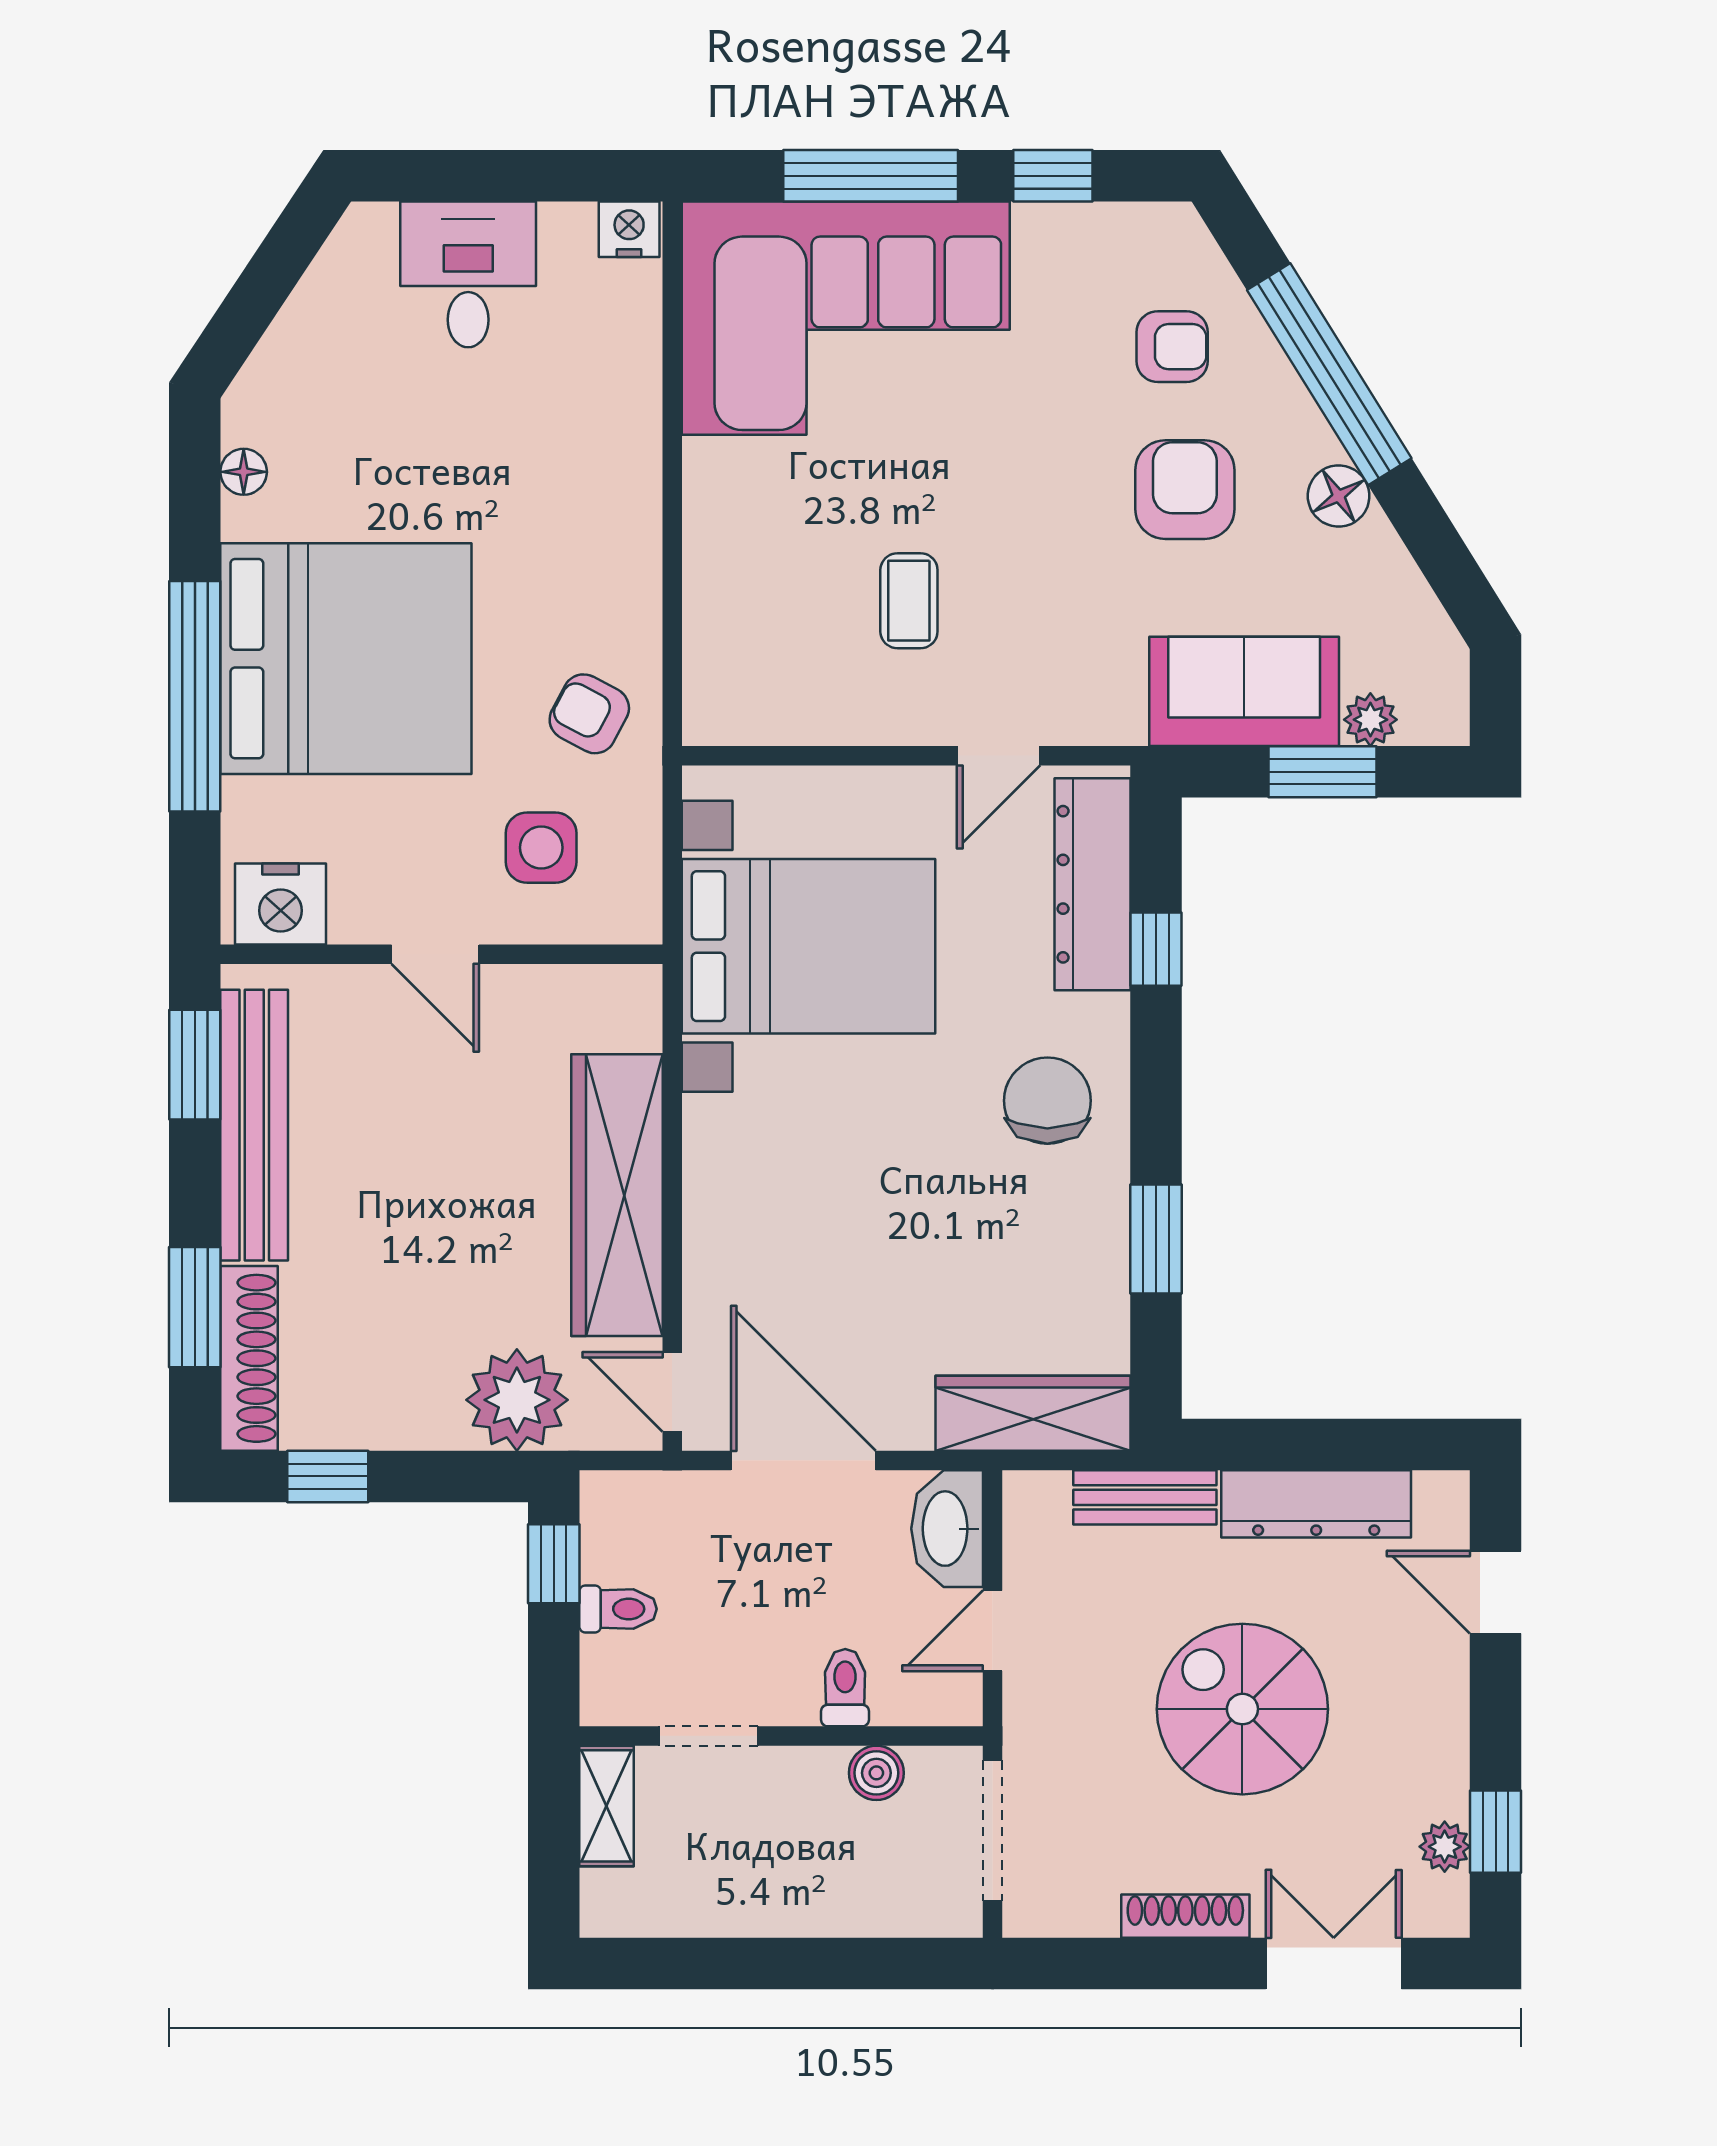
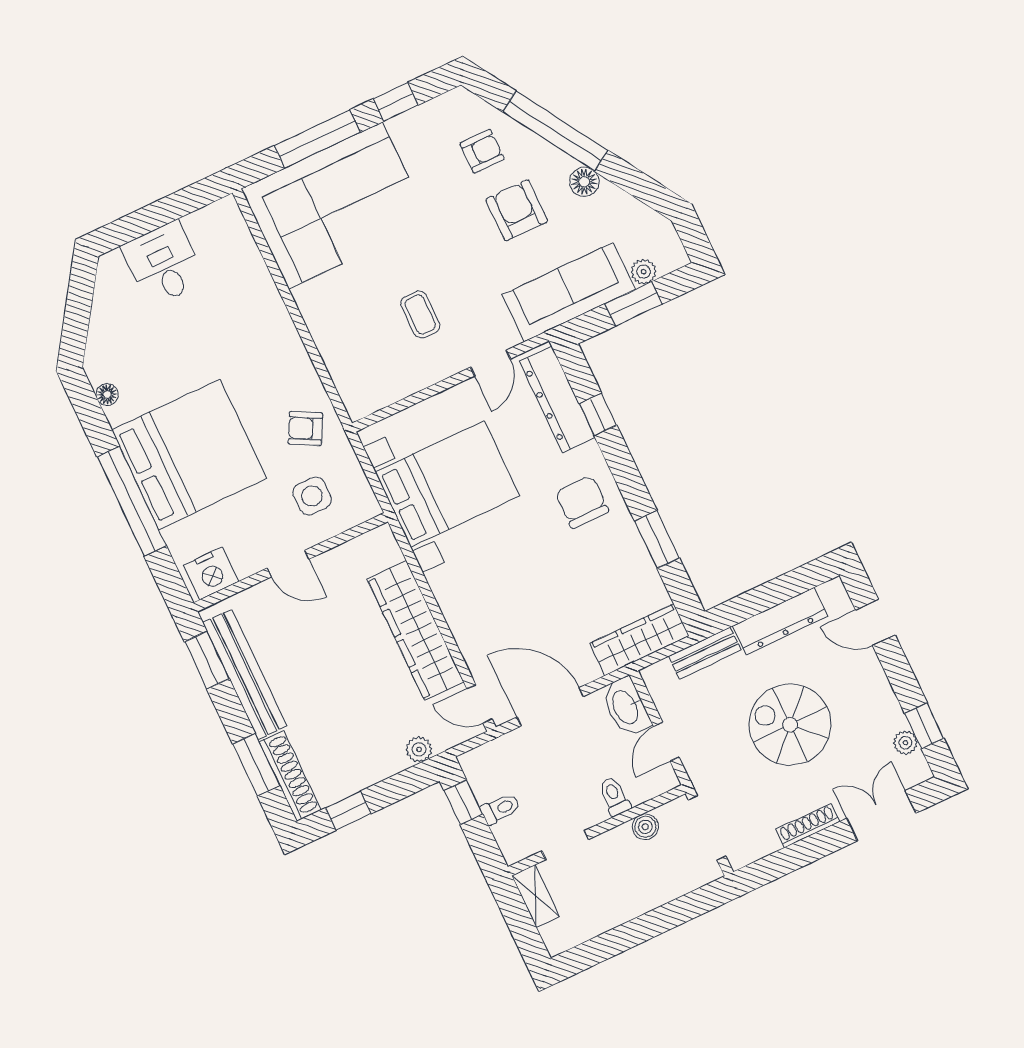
nightstand: (629, 229) -> (224, 211), removed
sofa: (1244, 691) -> (569, 292), width x1.36
plant: (517, 1400) -> (419, 749), width x0.53, depth x0.53

